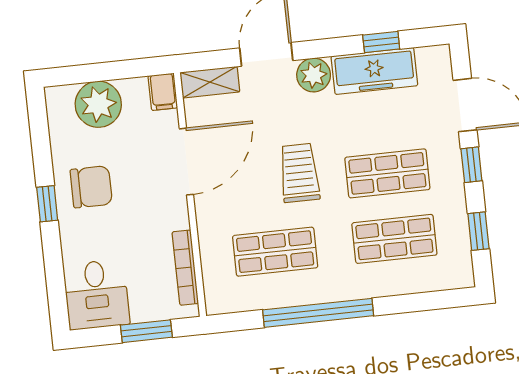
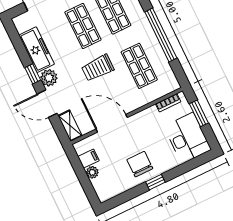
window: (381, 42) -> (33, 74), moved
filing cabinet: (163, 92) -> (88, 159), moved
plant: (98, 104) -> (92, 172), width x0.53, depth x0.53
bookcase: (185, 268) -> (168, 103), width x0.64
desk: (96, 295) -> (187, 138), width x1.37

